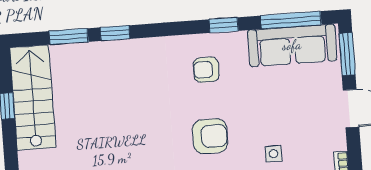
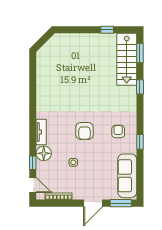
window: (291, 20) -> (140, 176), removed
window: (69, 36) -> (140, 53), moved
stairs: (33, 98) -> (127, 59), moved, turned 90

